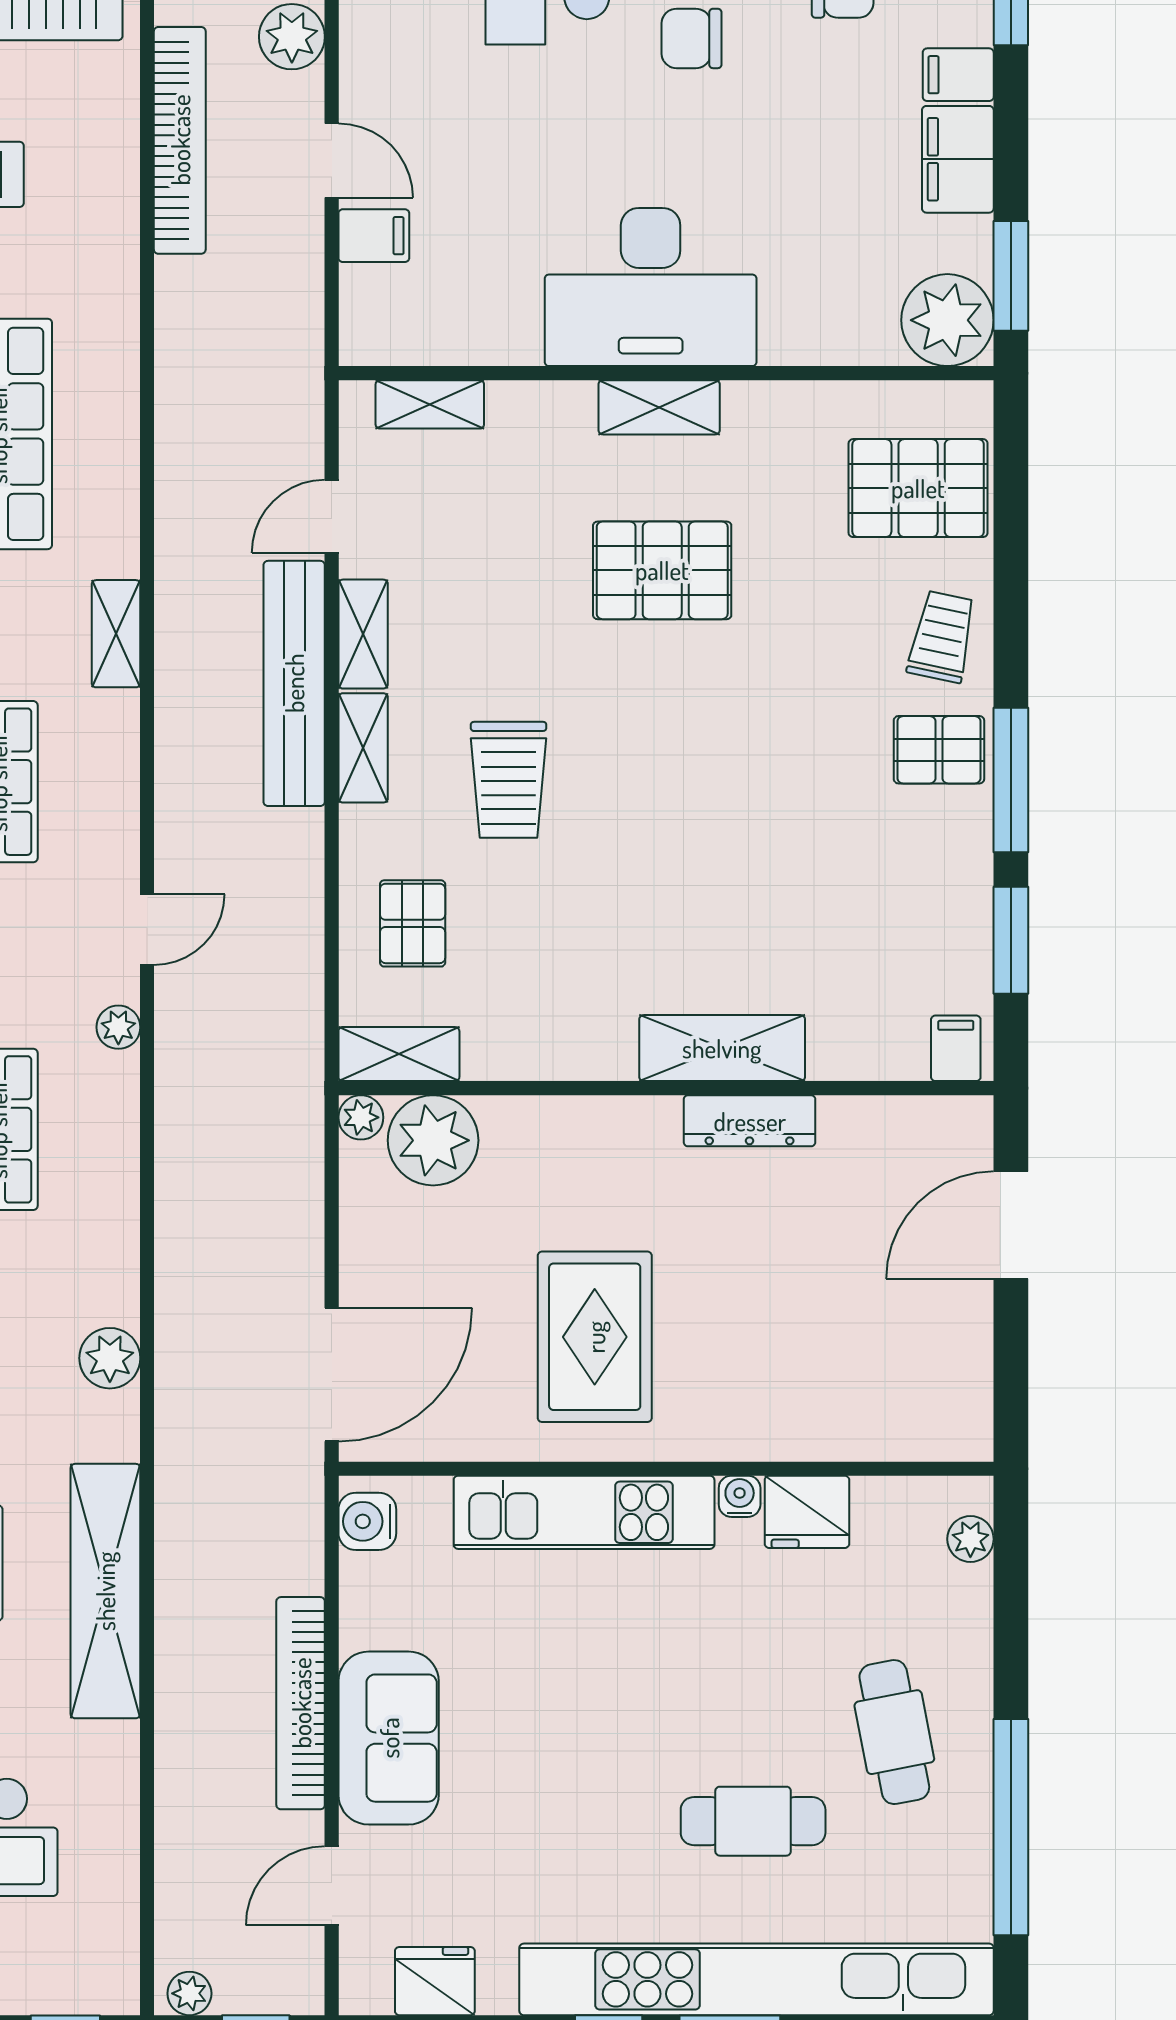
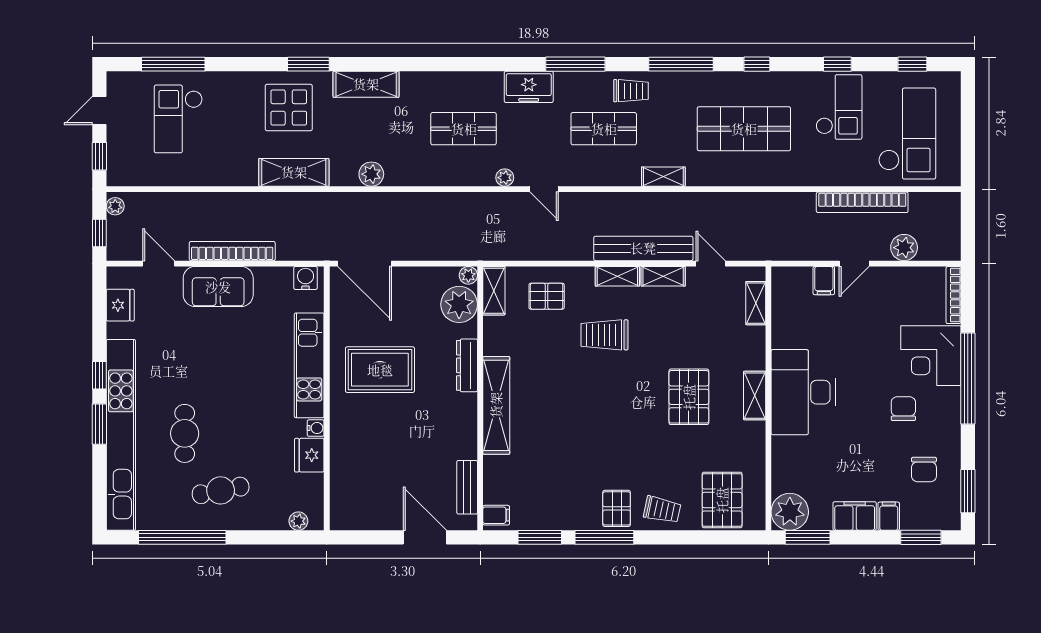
shelving: (722, 1048) -> (496, 405), width x1.47
dresser: (750, 1121) -> (467, 365), moved
bench: (887, 1121) -> (467, 487), added
shelving: (105, 1591) -> (294, 172), width x0.68

